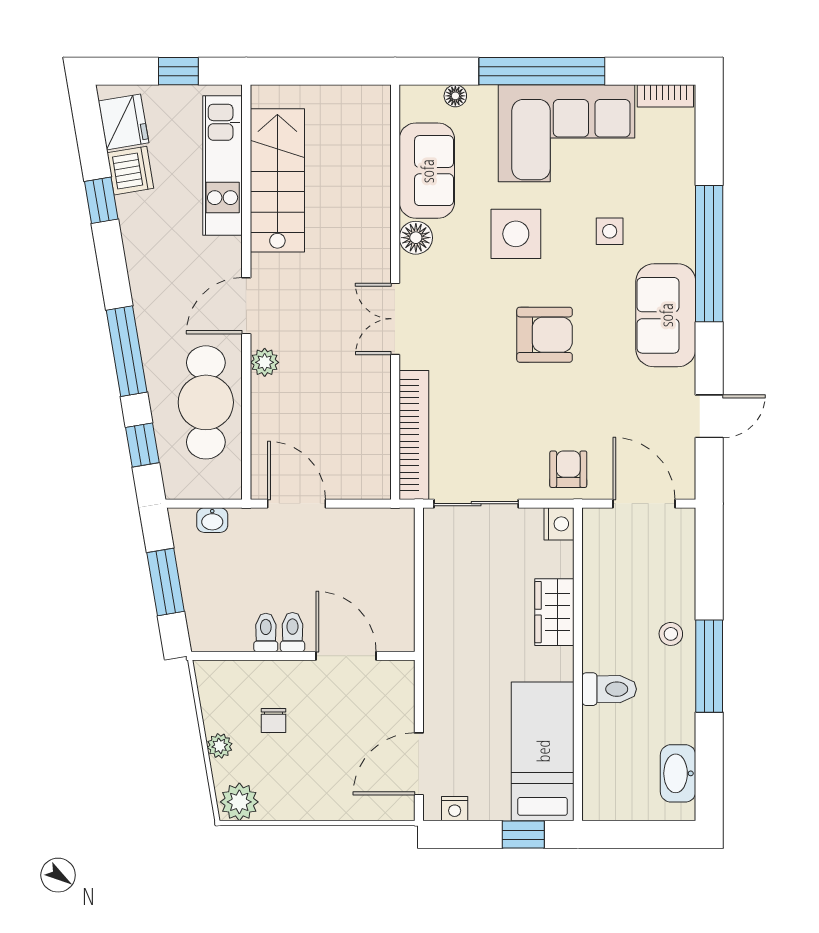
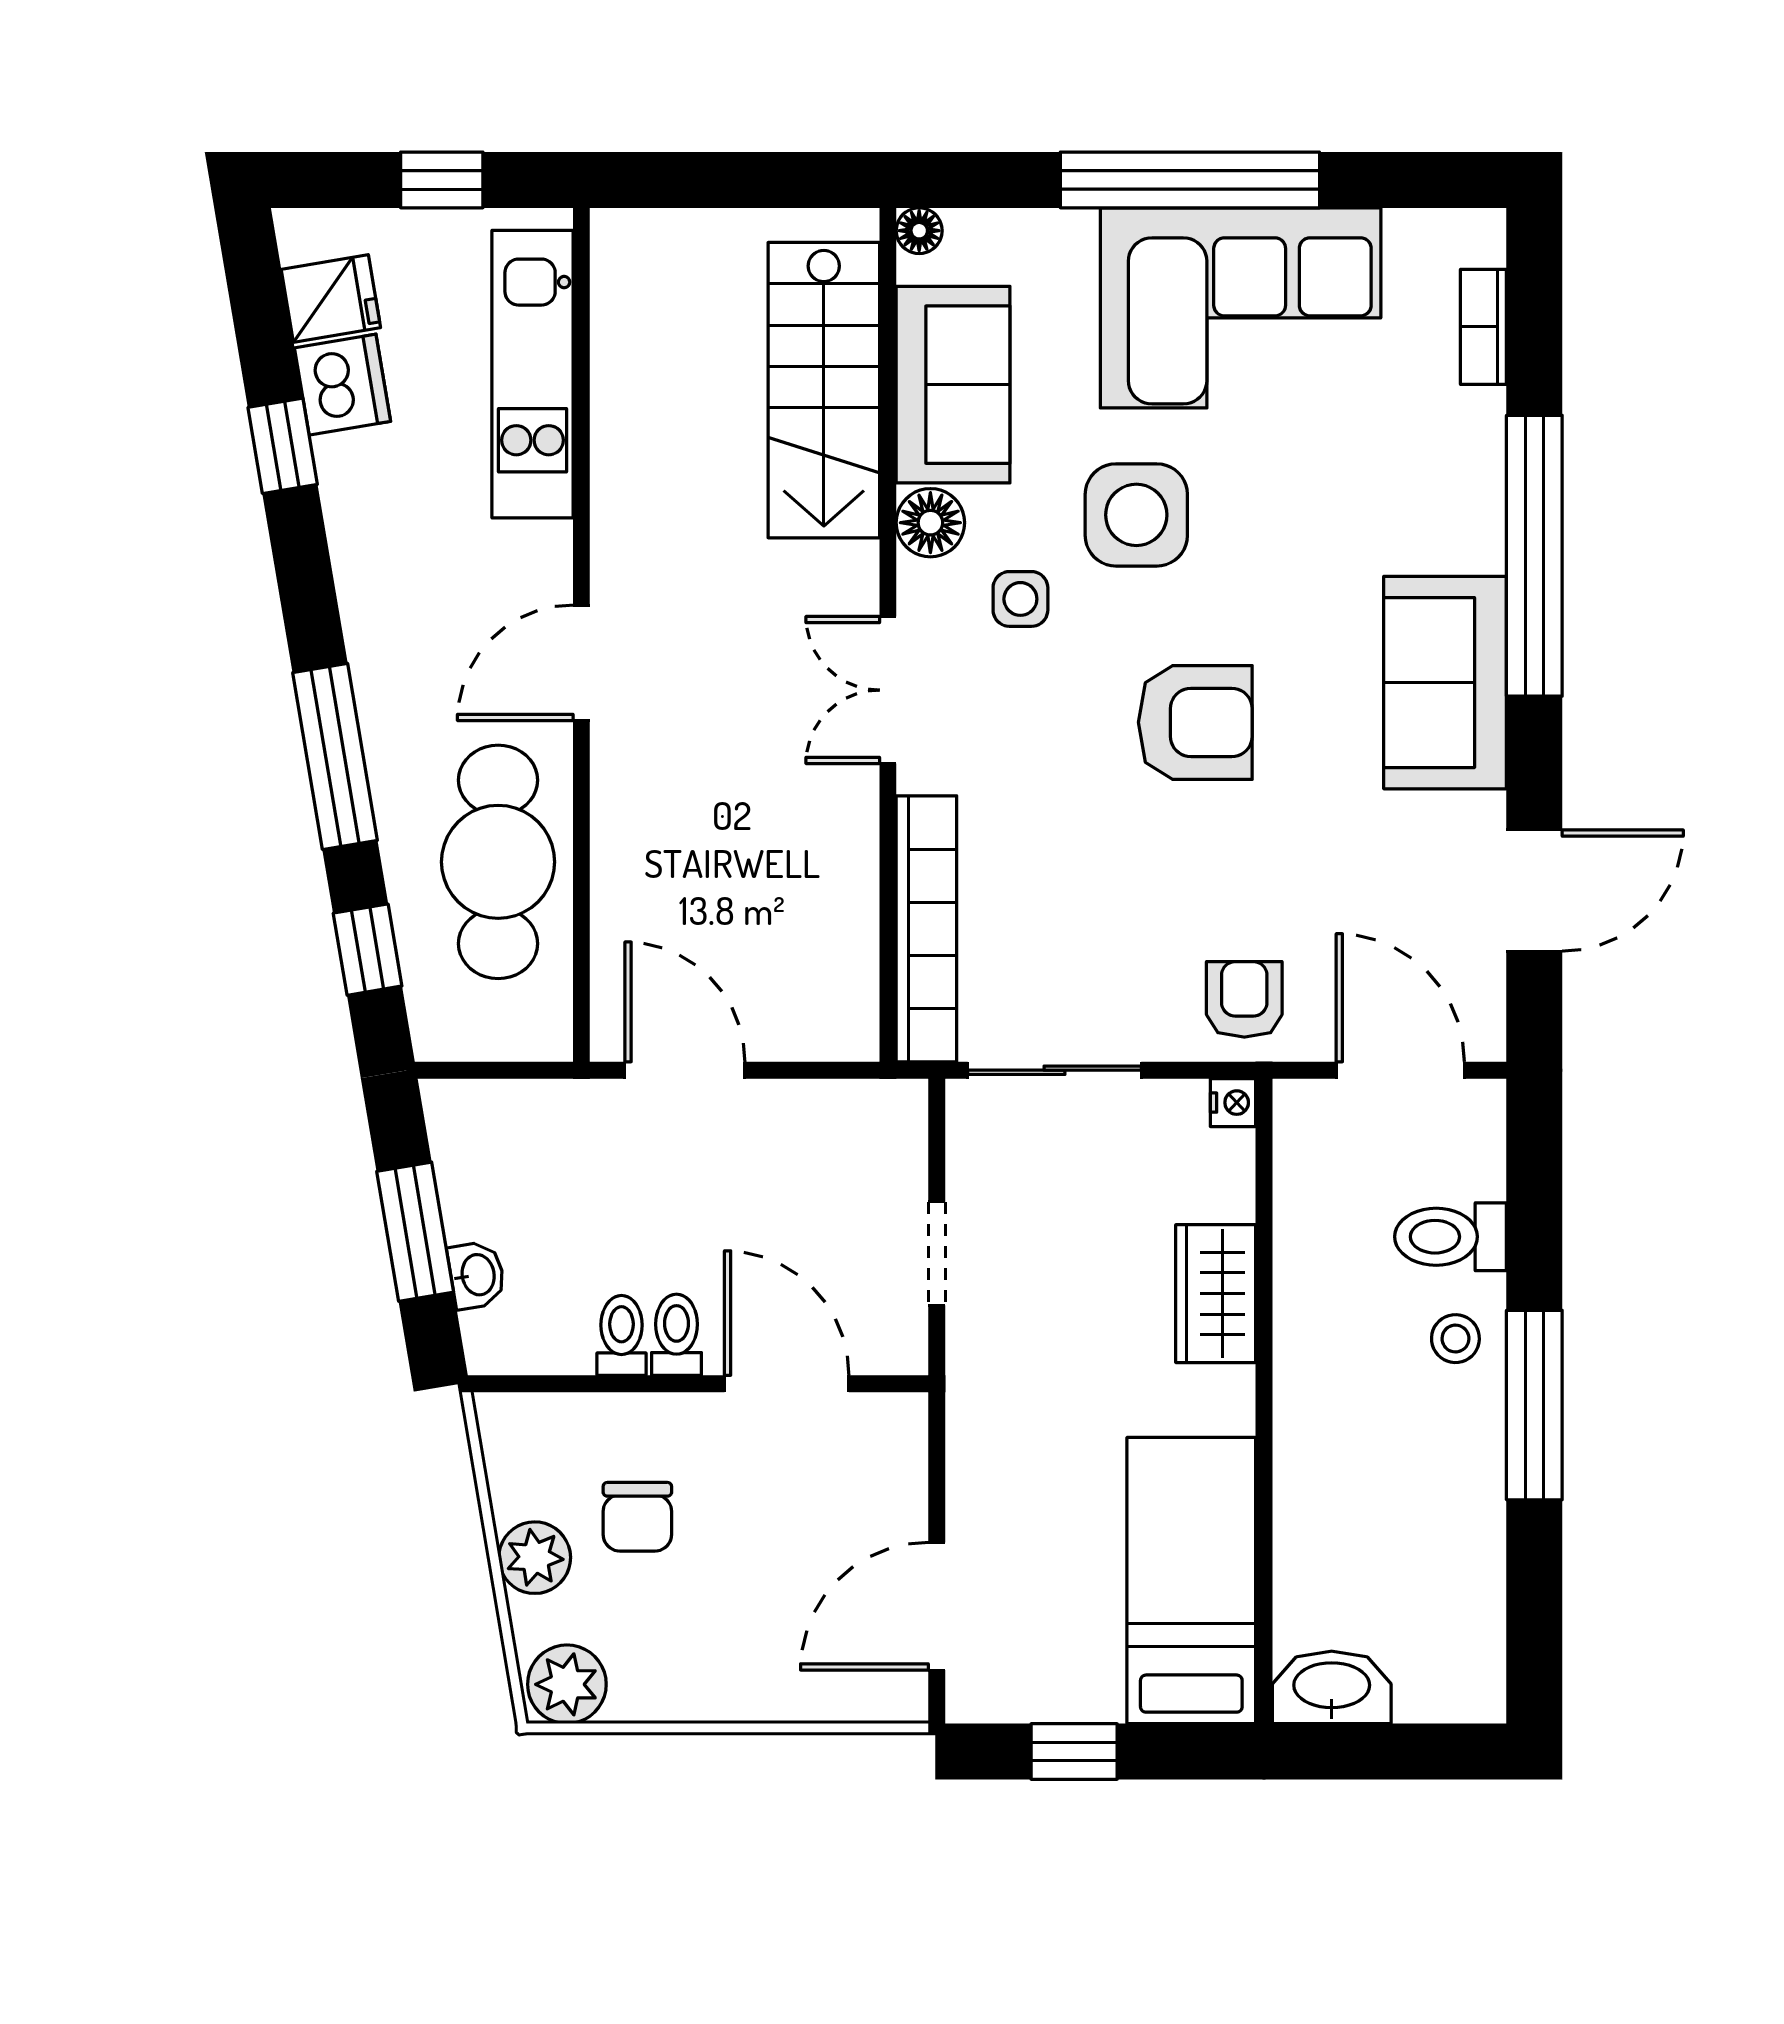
floor lamp: (455, 96) -> (919, 231), moved
bookcase: (665, 96) -> (1483, 327), moved, turned 90
fridge: (123, 122) -> (331, 298), width x0.72
stairs: (277, 180) -> (824, 390), moved, turned 180
side table: (610, 231) -> (1020, 599), moved
plant: (265, 362) -> (619, 779), removed
door: (709, 416) -> (1534, 890), width x1.38
washbasin: (212, 520) -> (477, 1275), moved, turned -100
nightstand: (559, 524) -> (1233, 1103), width x0.72, depth x0.74
doorway: (419, 593) -> (937, 1254), added
toilet: (609, 689) -> (1451, 1237), moved, turned 180
chair: (273, 721) -> (637, 1517), width x1.37, depth x1.37
plant: (220, 746) -> (535, 1558), width x1.38, depth x1.38
washbasin: (678, 773) -> (1332, 1687), moved, turned 90
nightstand: (455, 809) -> (1010, 1698), removed
window: (523, 835) -> (1074, 1752), moved

